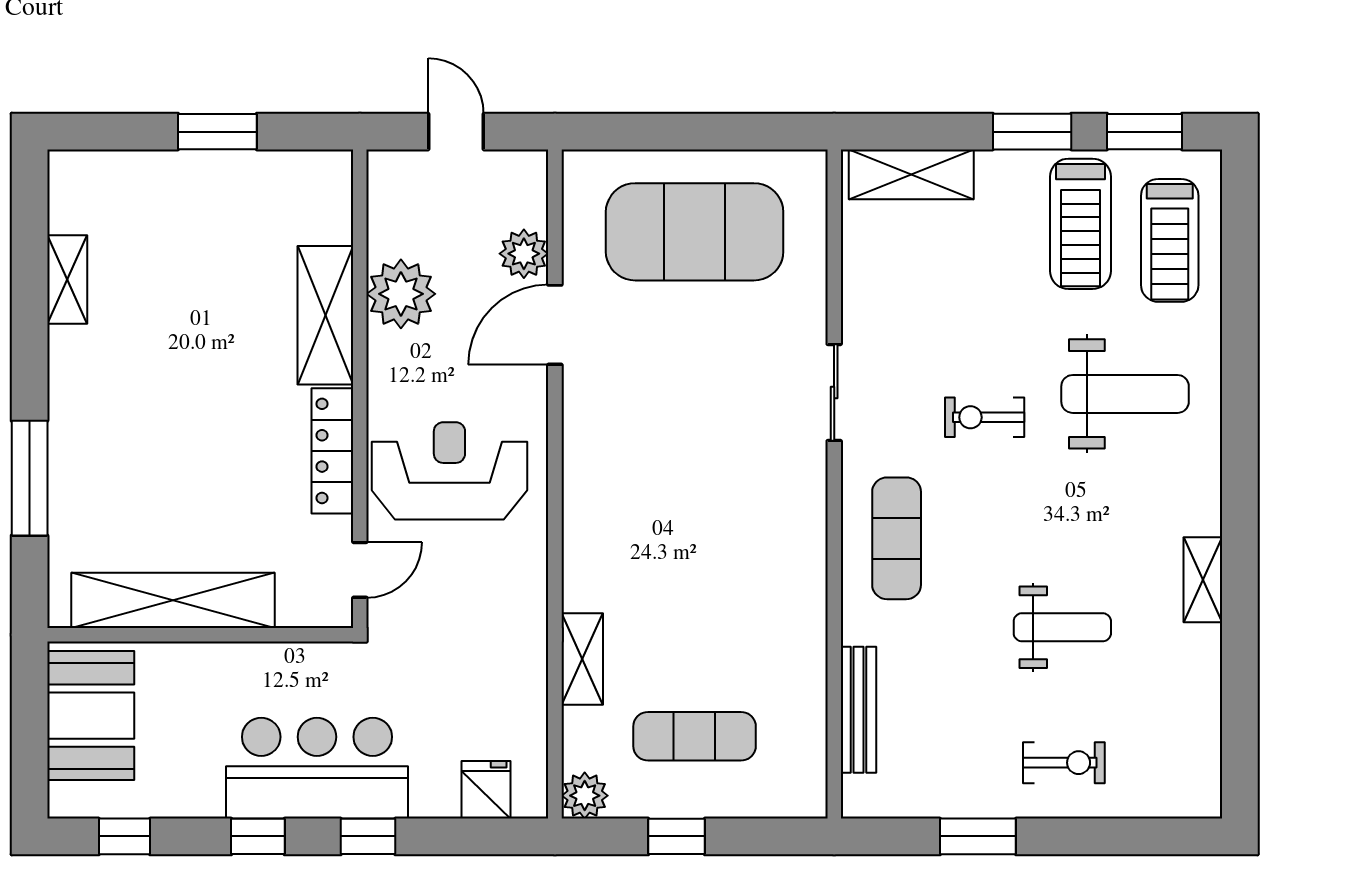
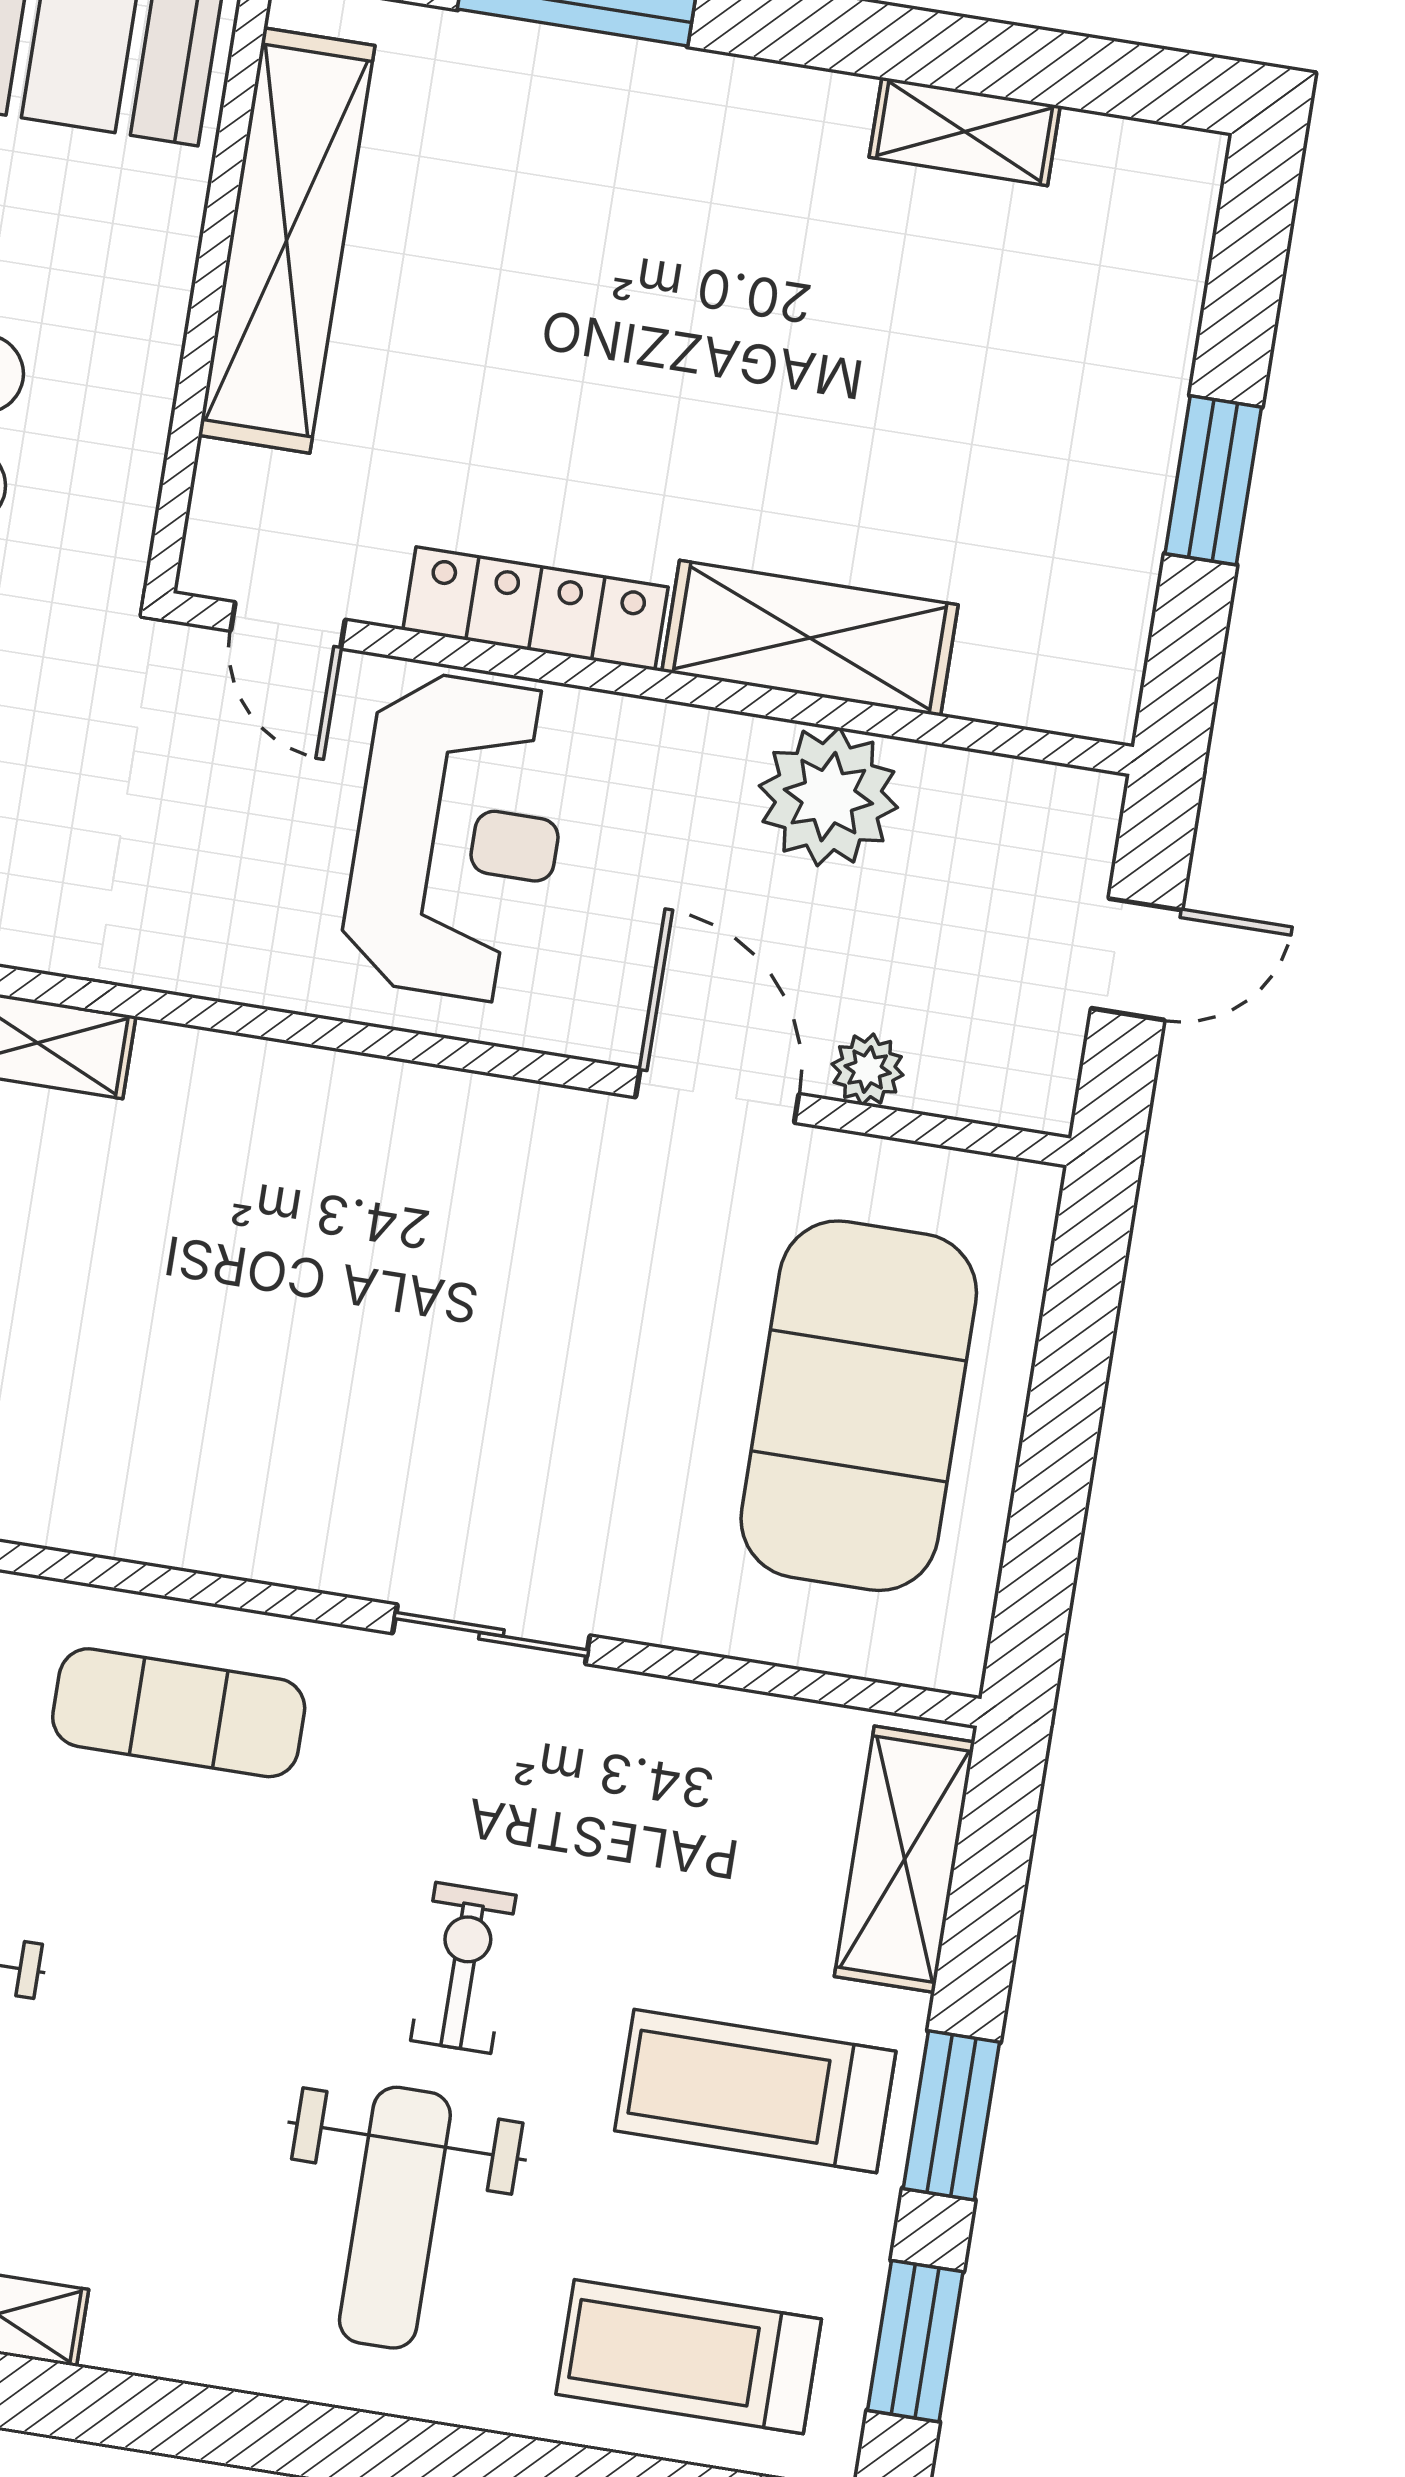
treadmill: (1080, 224) -> (755, 2091), moved
plant: (524, 254) -> (868, 1069), width x0.73, depth x0.73
exercise bike: (985, 417) -> (463, 1968), moved

